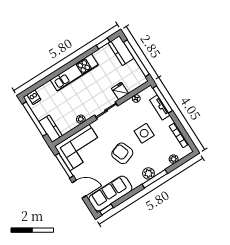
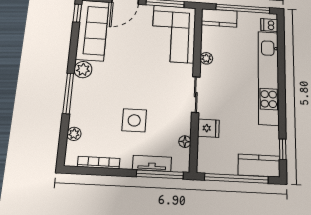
kitchen unit: (74, 72) -> (269, 77), width x1.36
armchair: (122, 153) -> (129, 77), removed
plant: (148, 173) -> (83, 70), moved

